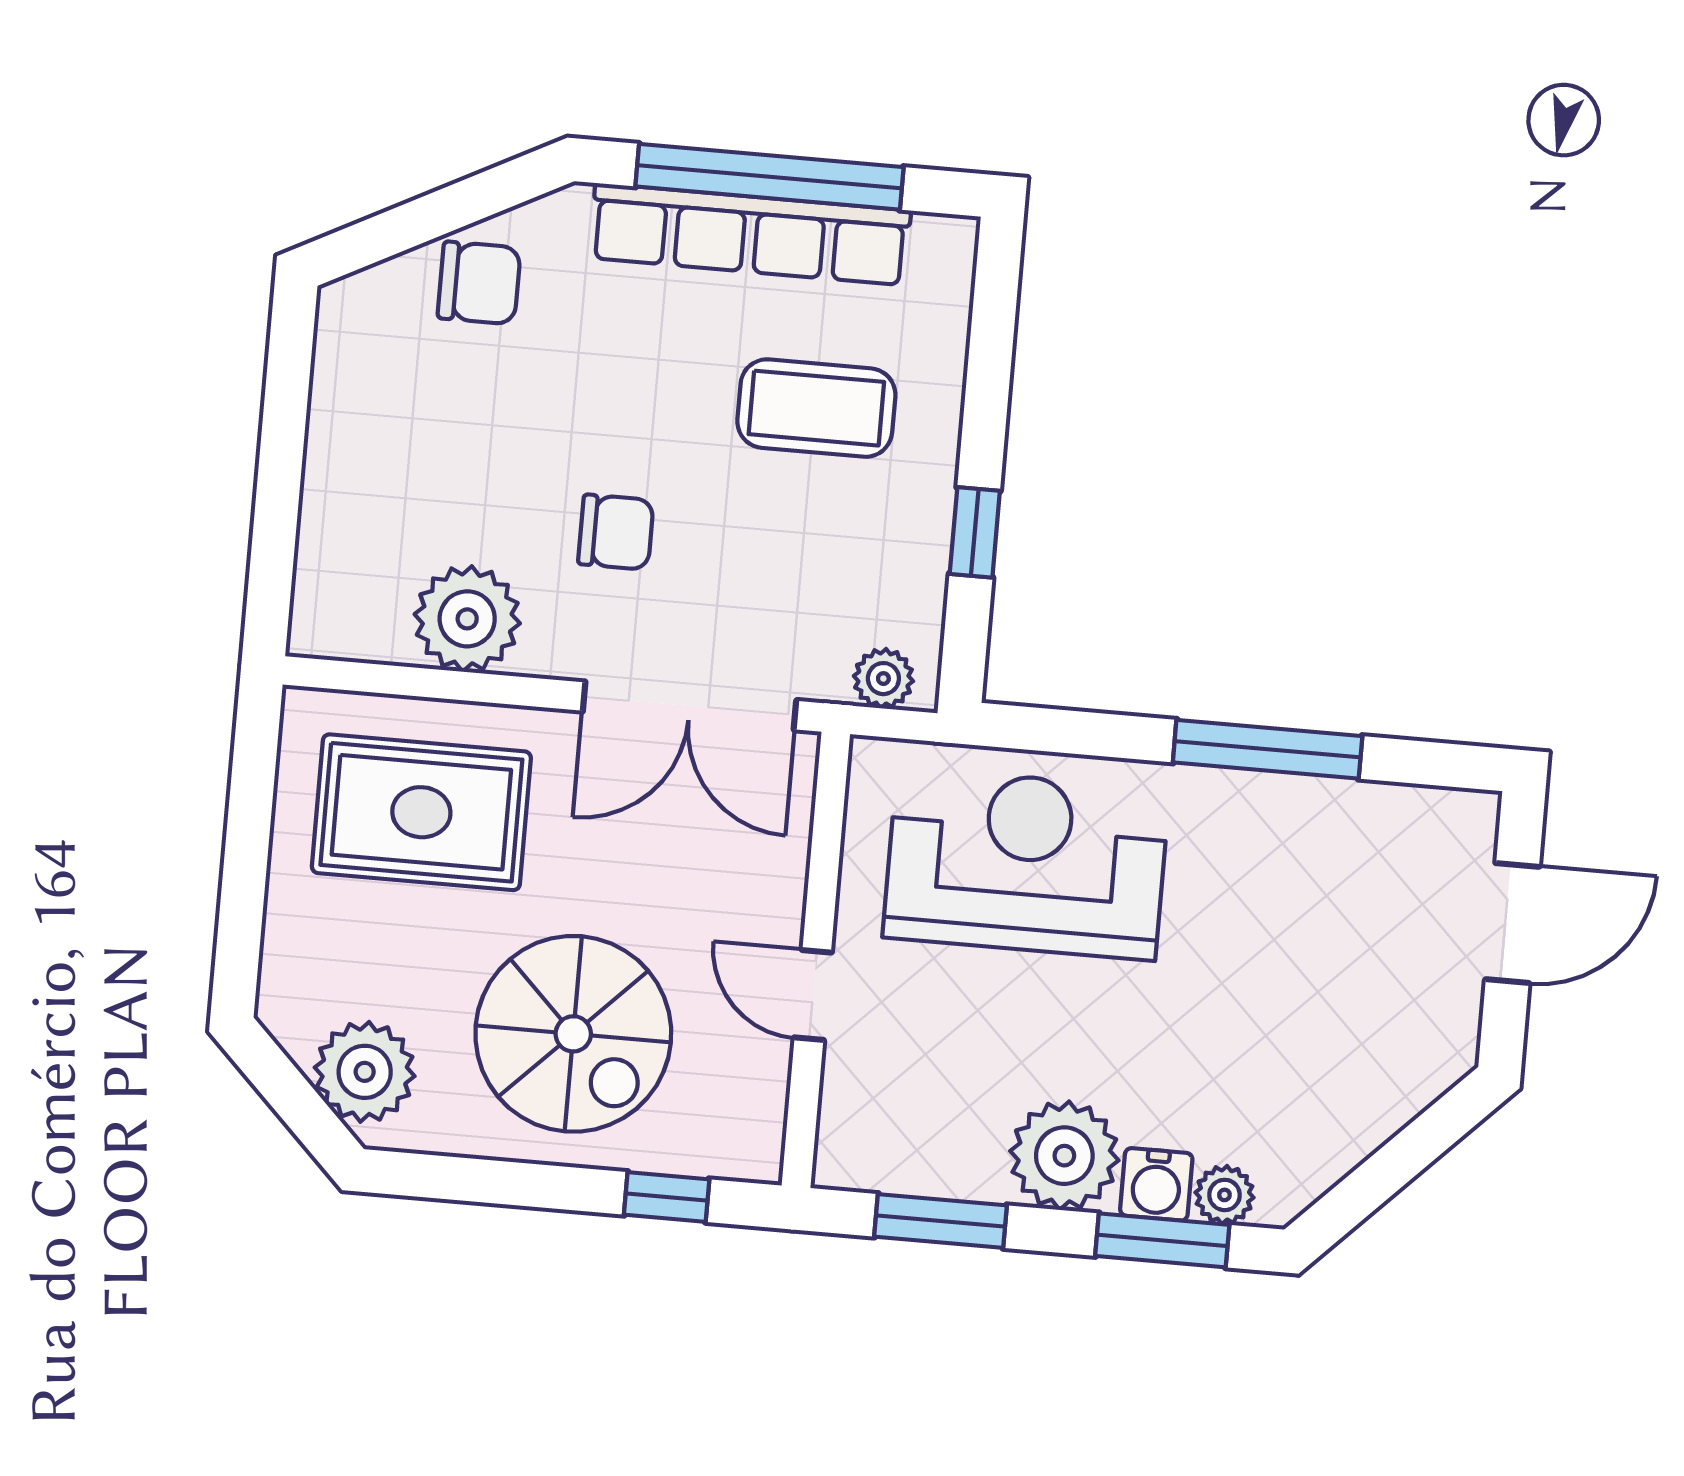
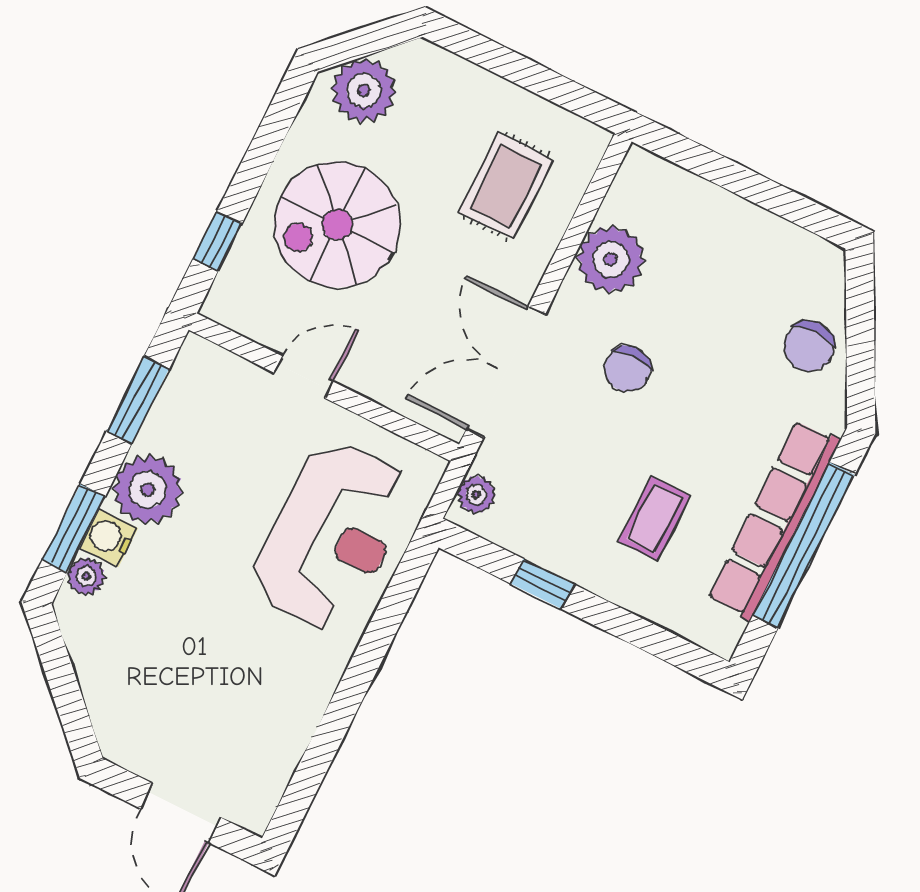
coffee table: (816, 408) -> (654, 518), width x0.73, depth x0.77
window: (1268, 749) -> (343, 708), removed
rug: (421, 812) -> (506, 186), width x0.73, depth x0.70

